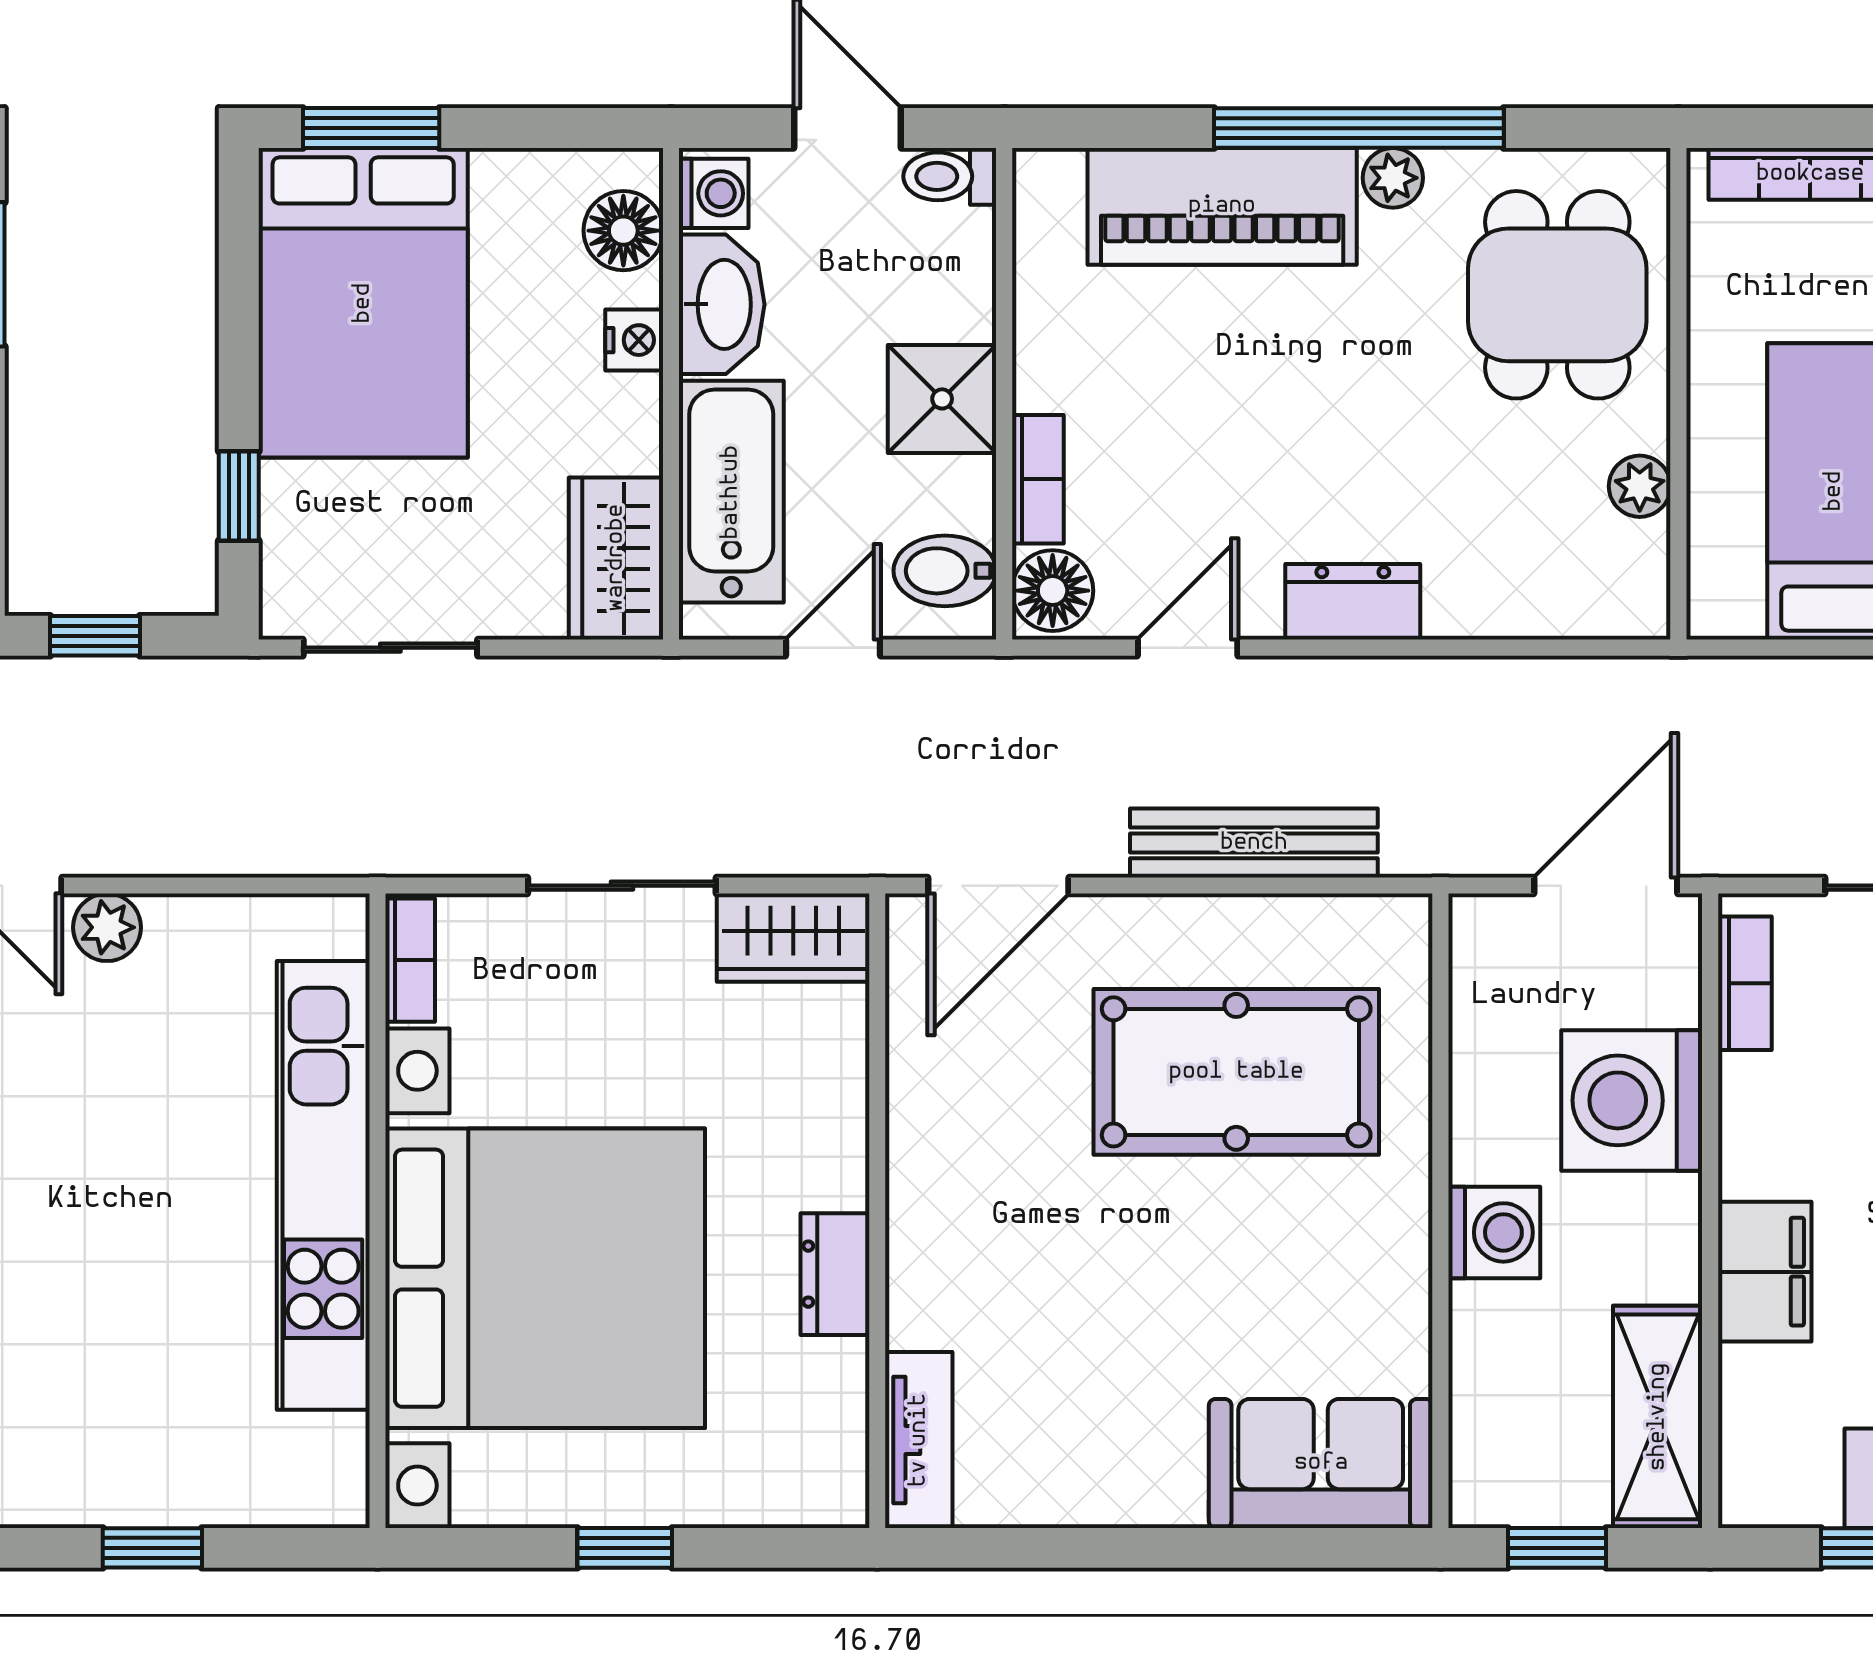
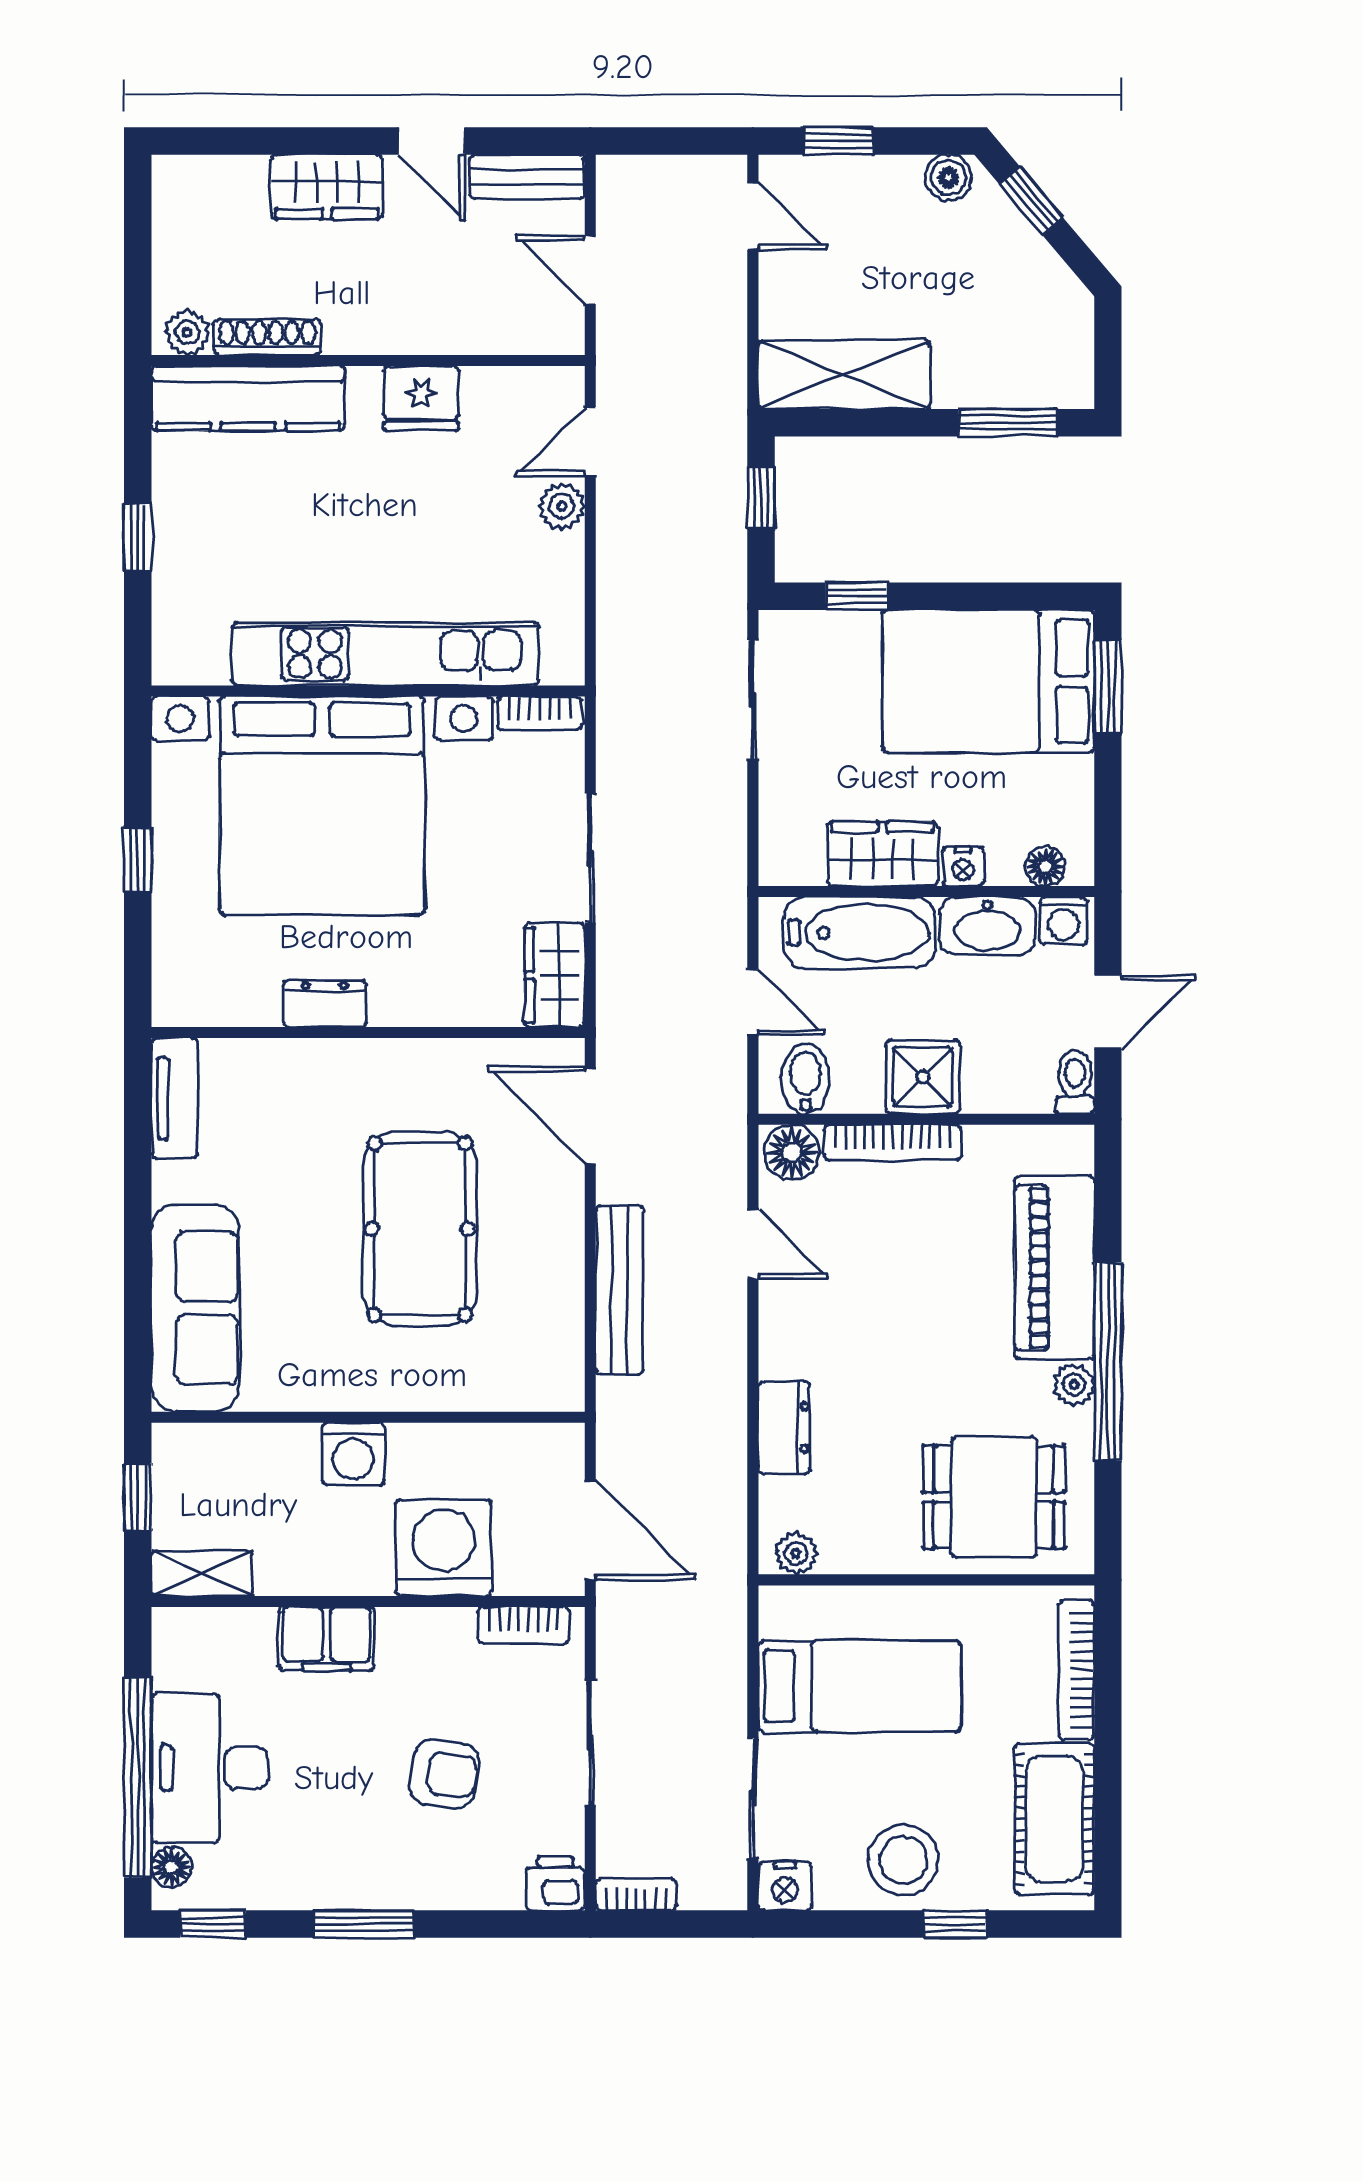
floor lamp: (623, 231) -> (1045, 866), width x0.73, depth x0.73
bookcase: (1038, 479) -> (893, 1142), width x1.56
plant: (1640, 486) -> (796, 1553), moved
wardrobe: (616, 558) -> (882, 854), moved
dresser: (1353, 602) -> (784, 1428), moved
pool table: (1236, 1072) -> (420, 1229), moved
shelving: (1658, 1417) -> (202, 1573), width x0.67, depth x0.75
tv unit: (919, 1440) -> (174, 1098), moved, turned -90
sofa: (1321, 1463) -> (195, 1308), width x1.36

